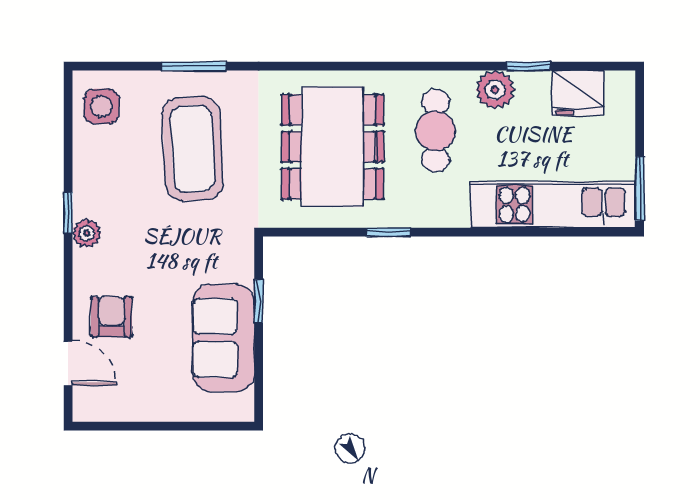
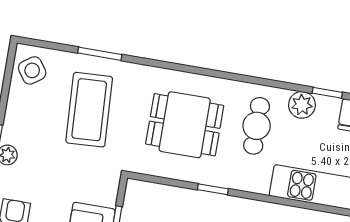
side table: (101, 106) -> (32, 70), turned -35
dining table: (333, 147) -> (185, 125), width x0.73

